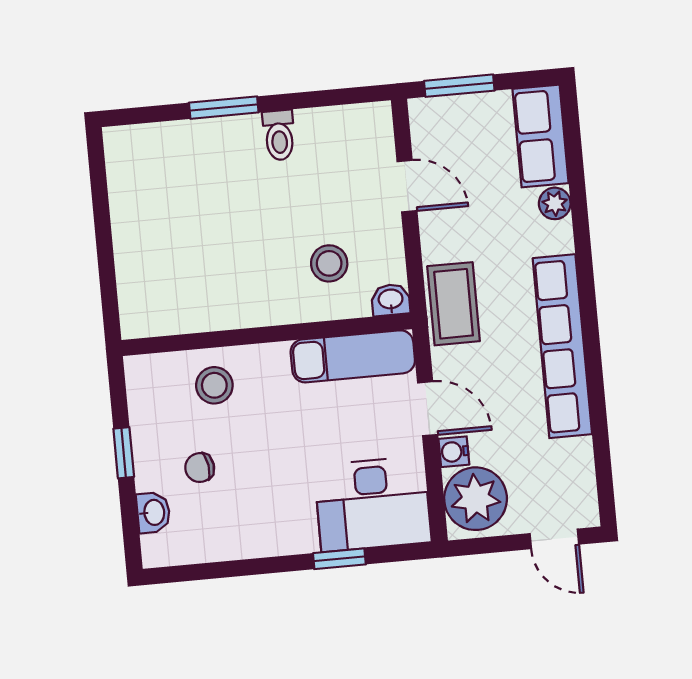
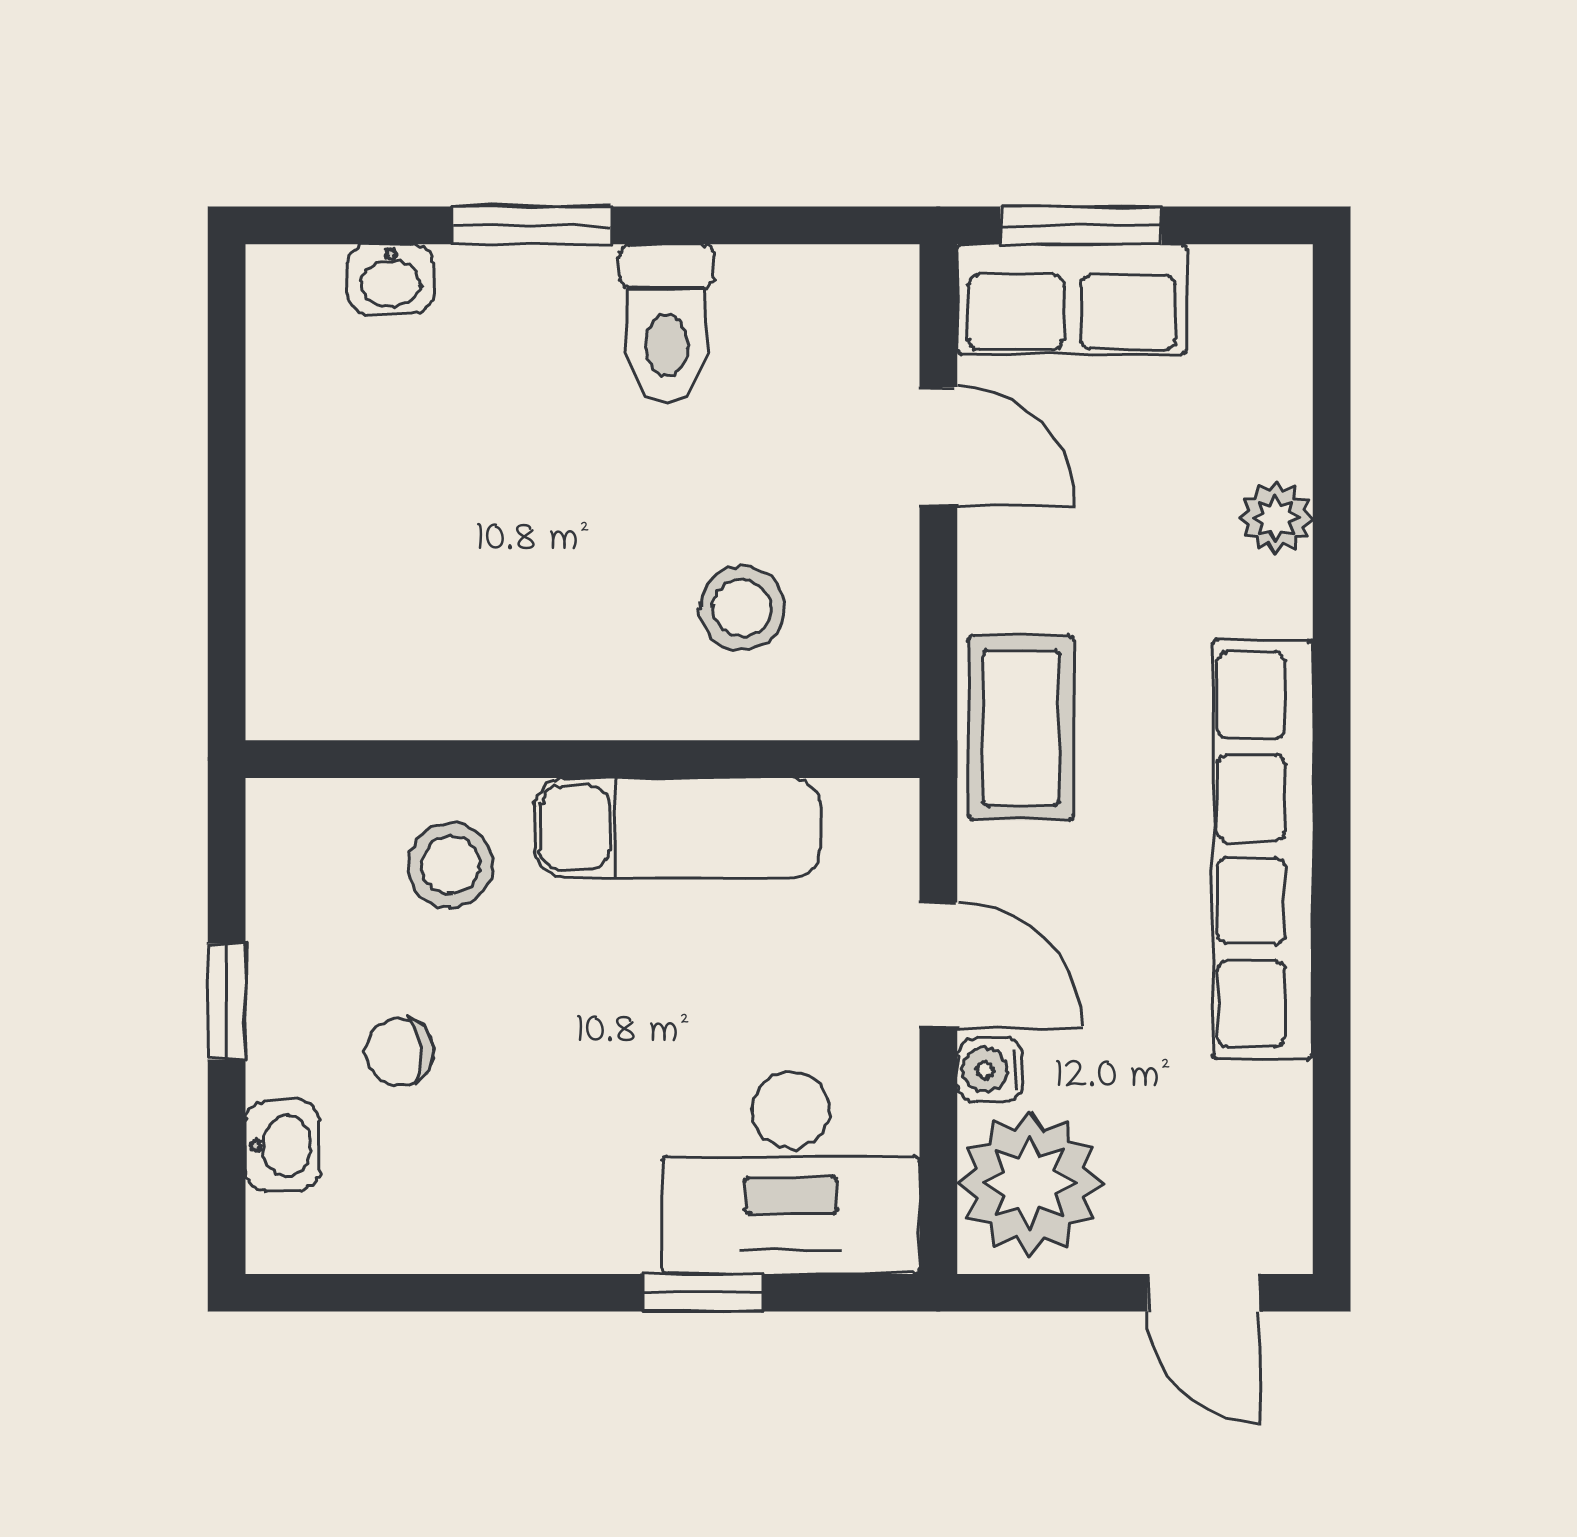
toilet: (279, 135) -> (667, 323), width x1.37, depth x1.39
row of seats: (541, 136) -> (1072, 299), moved, turned -90
washbasin: (391, 300) -> (391, 279), moved, turned 180
exam couch: (353, 356) -> (678, 828), moved

